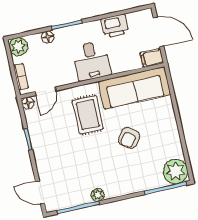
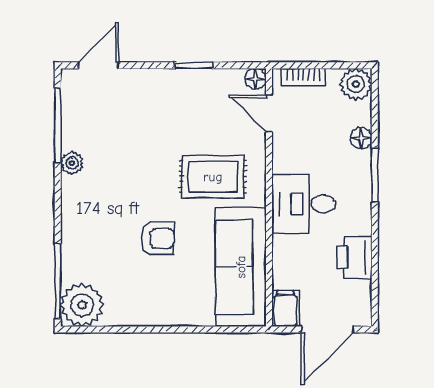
armchair: (129, 138) -> (157, 238), turned 144

